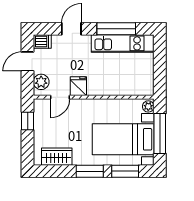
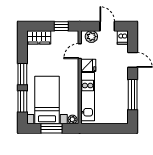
kitchen unit: (123, 43) -> (88, 97), moved, turned 180
door: (60, 97) -> (80, 51), hinge flipped
window: (160, 134) -> (51, 128), width x0.69
wardrobe: (57, 157) -> (39, 37), moved, turned 90

